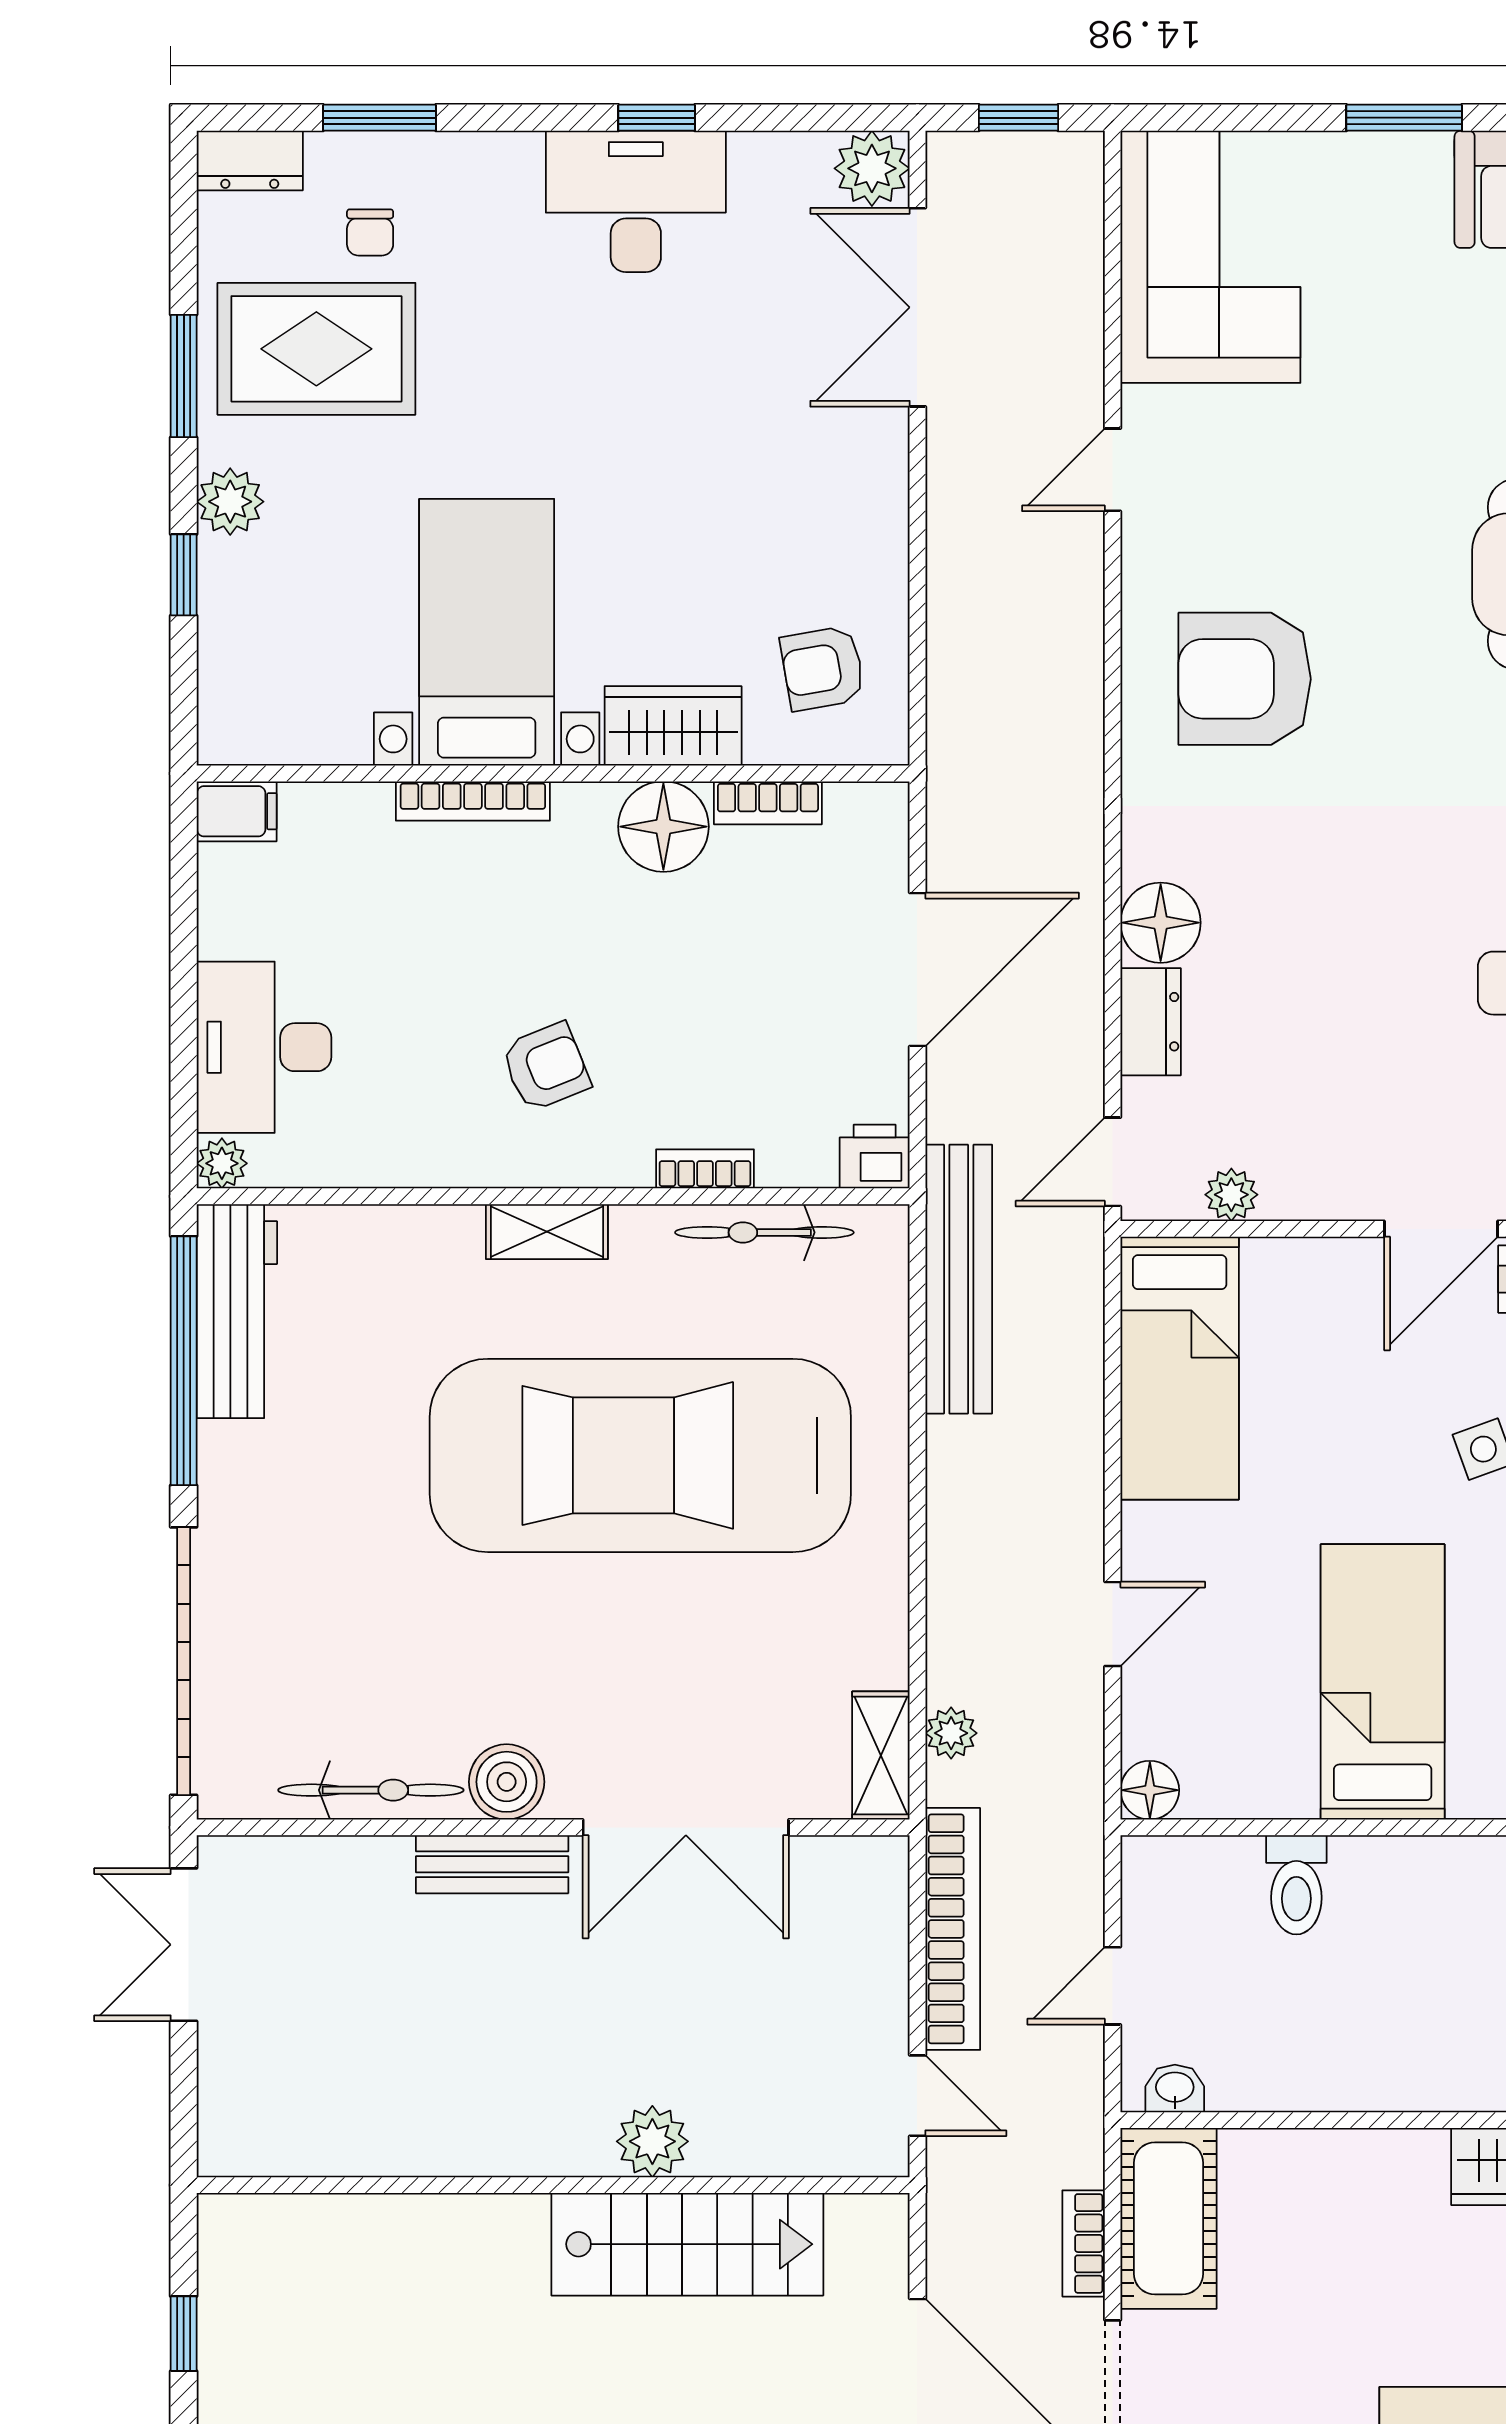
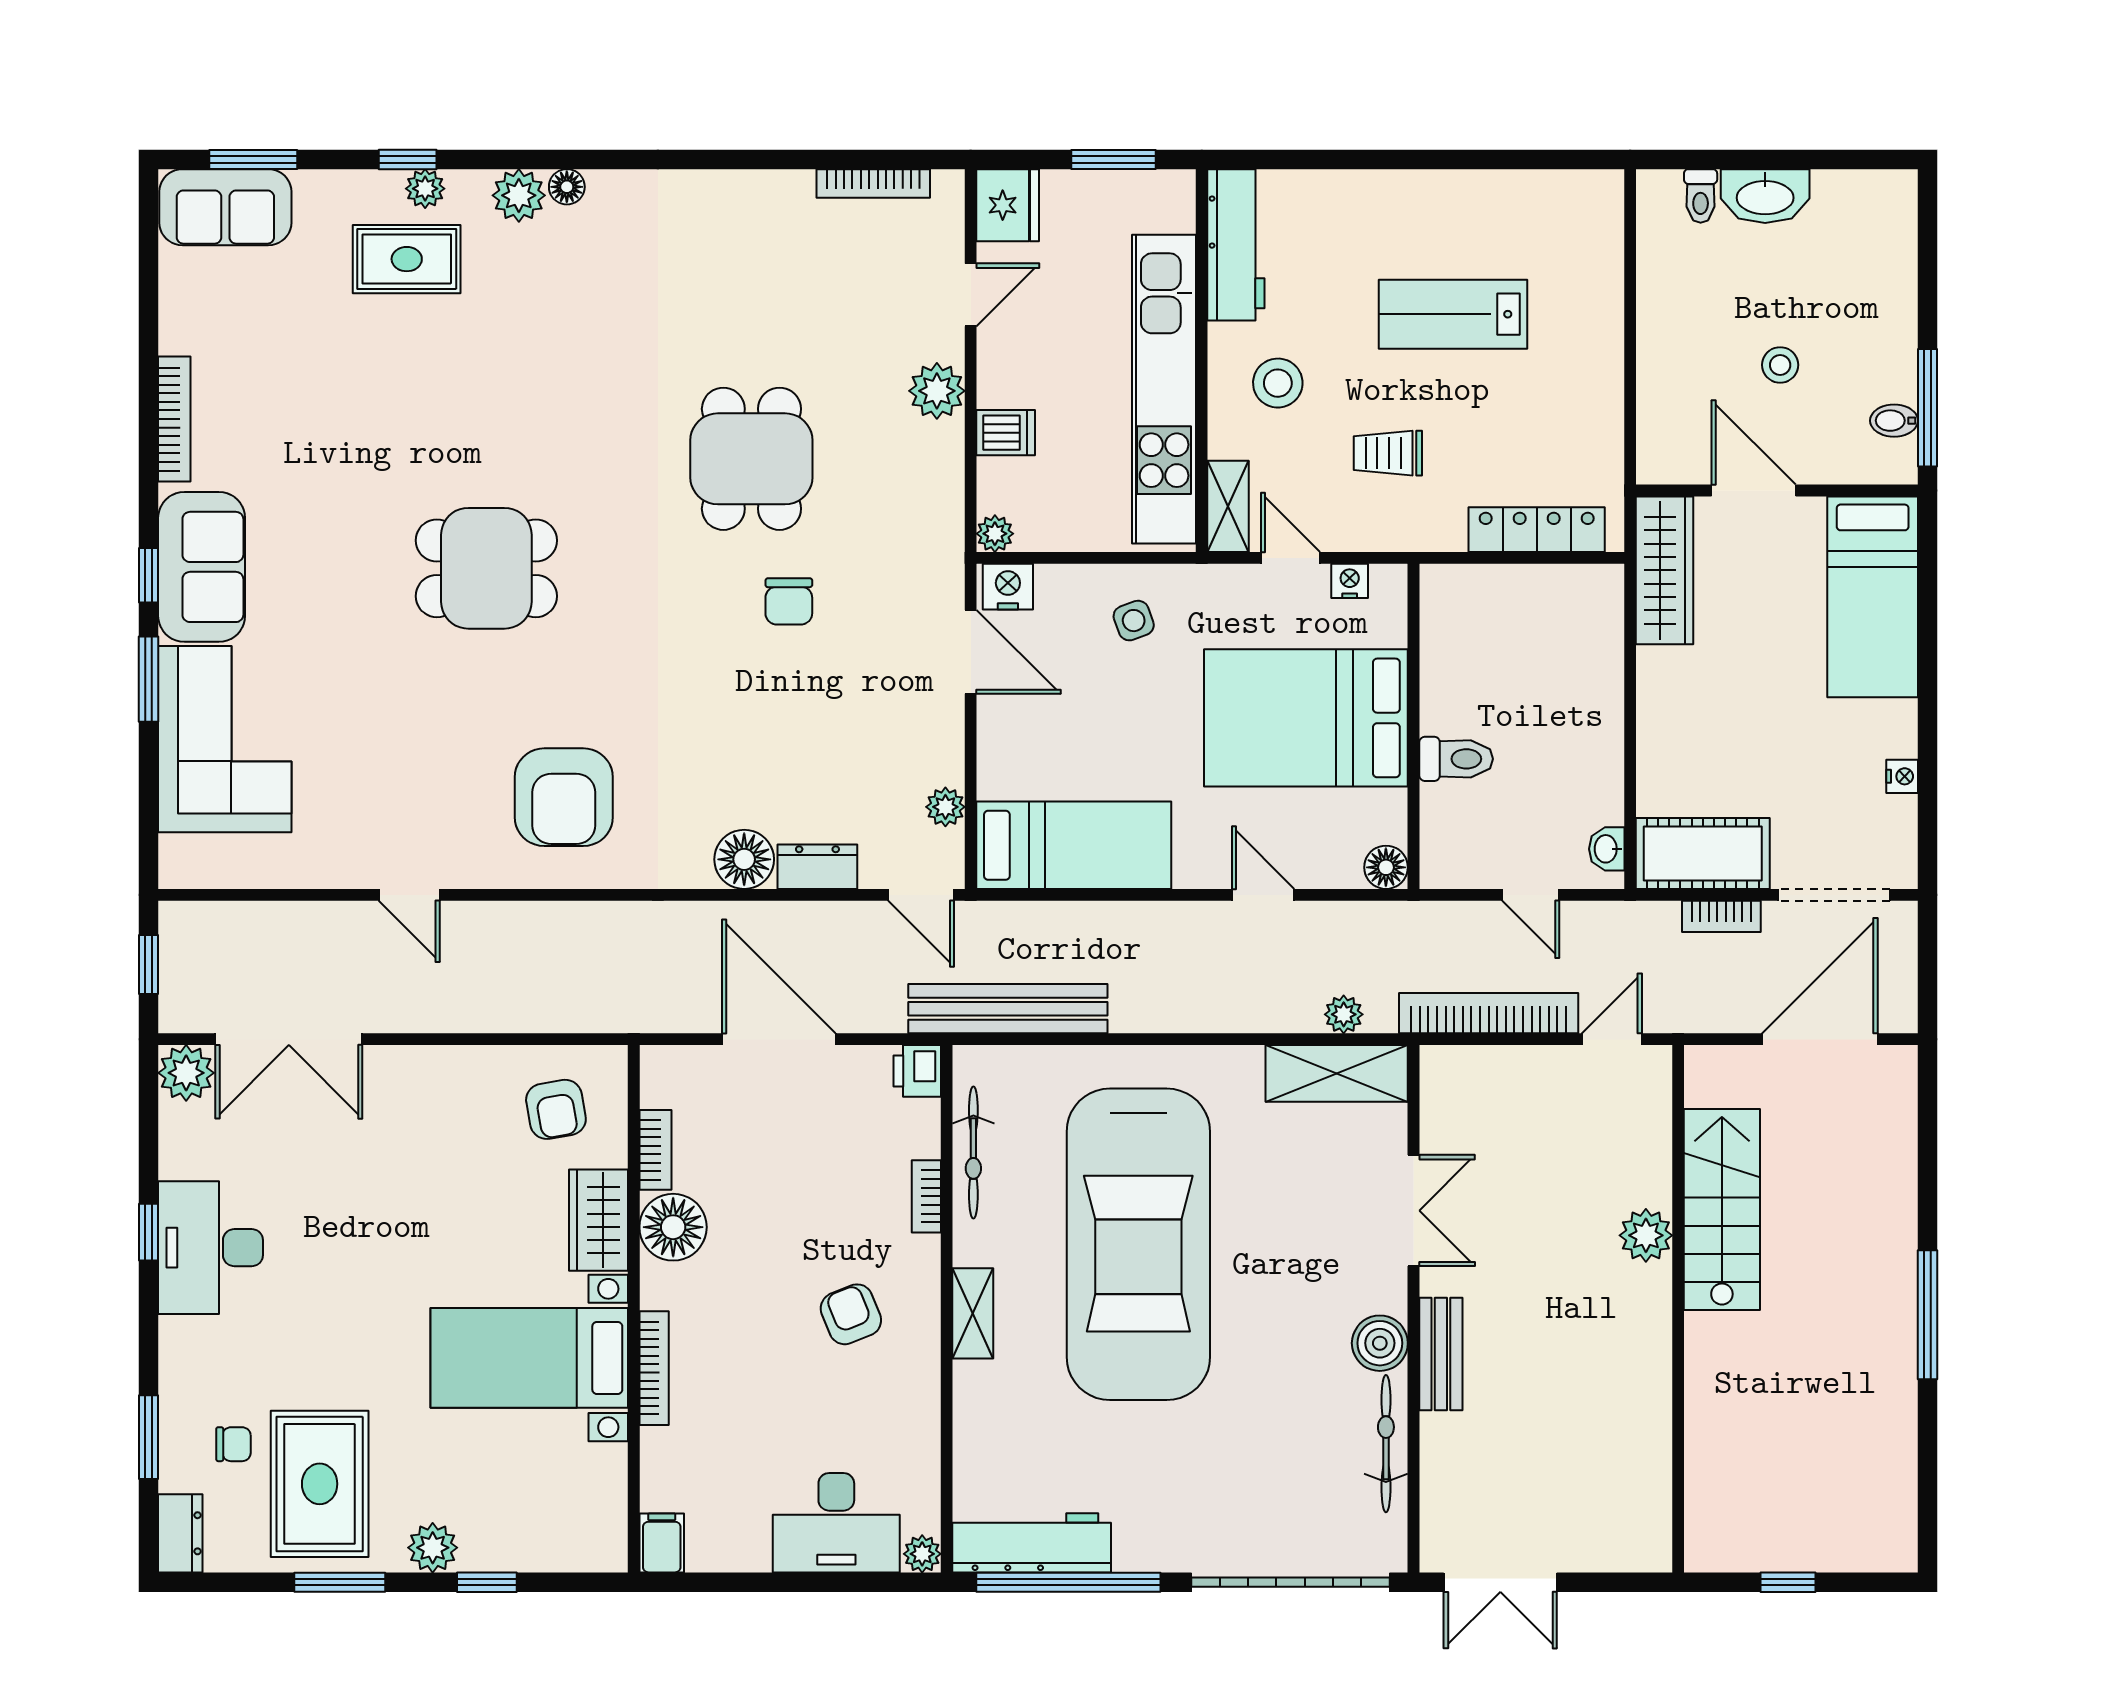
corner sofa: (1210, 257) -> (225, 739), moved, turned 90
bed: (1383, 1682) -> (1306, 718), width x1.50
shelving: (881, 1755) -> (1337, 1073), width x1.50, depth x1.33
double door: (686, 1827) -> (1413, 1211), width x0.73

